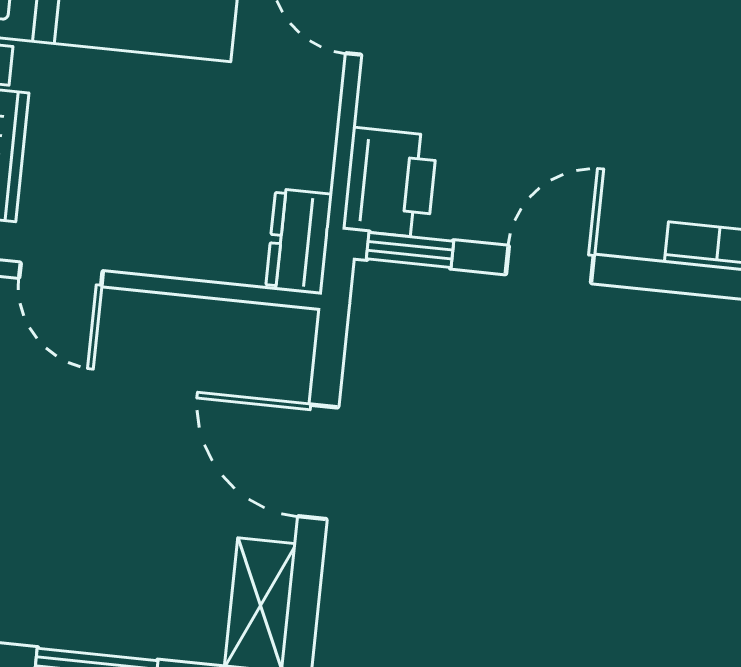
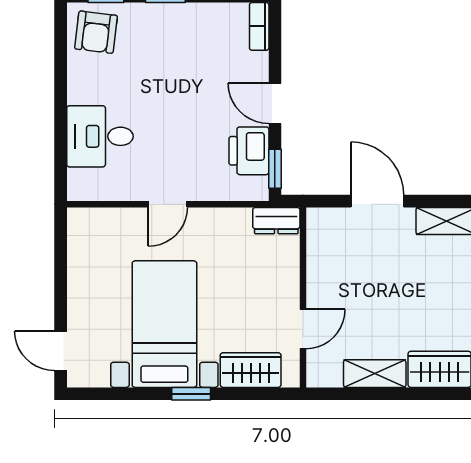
printer: (390, 183) -> (249, 151), moved, turned -90
door: (318, 462) -> (377, 201), swing flipped

